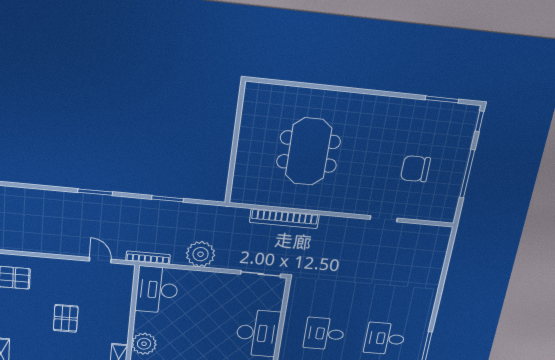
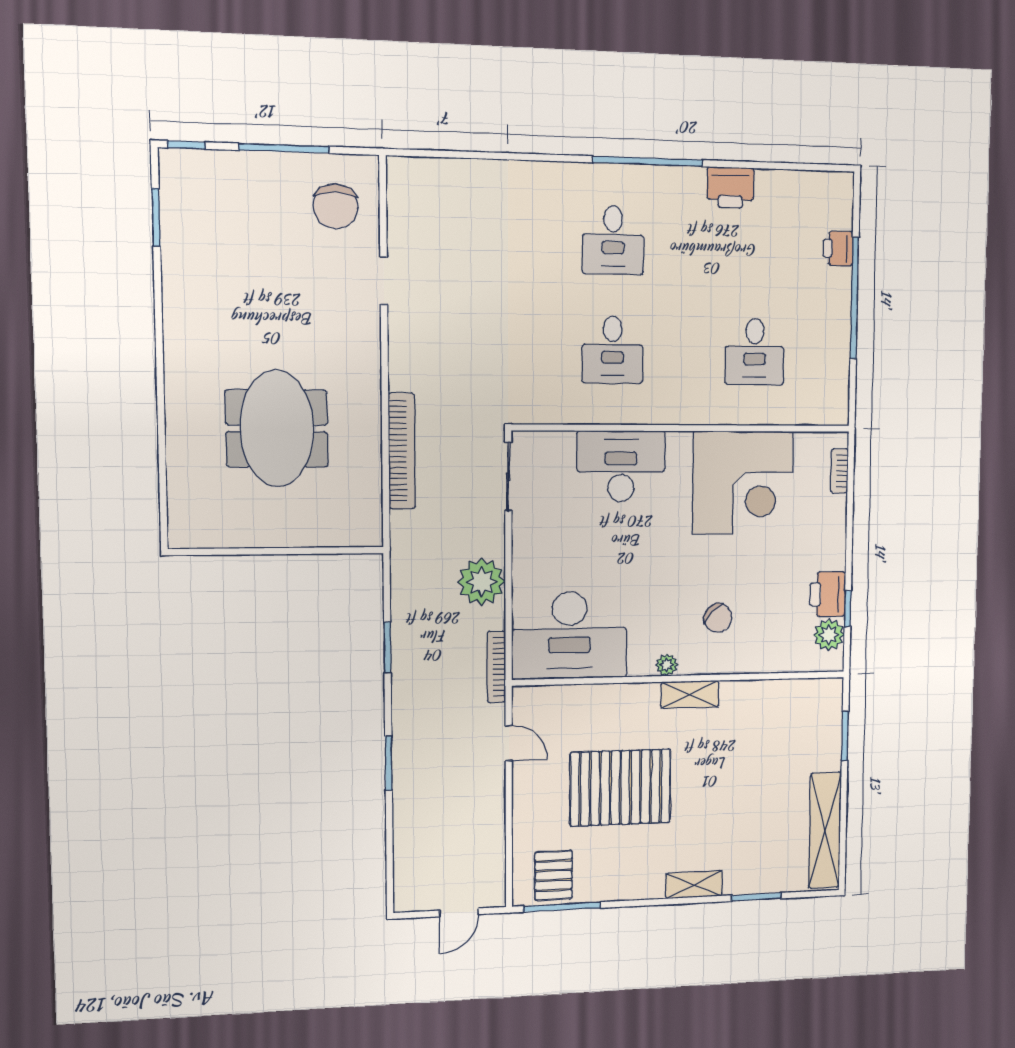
meeting table: (308, 152) -> (277, 428), turned 90
chair: (415, 169) -> (336, 206), moved
door: (100, 260) -> (509, 743), swing flipped
desk: (157, 290) -> (569, 635), width x1.36, depth x1.30
pallet: (66, 318) -> (620, 788), width x2.05, depth x2.00
plant: (144, 344) -> (667, 665), width x0.53, depth x0.53

